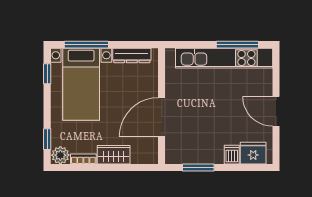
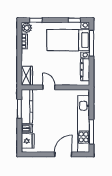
door: (276, 111) -> (63, 154), moved
door: (162, 117) -> (49, 87), width x0.53
kitchen counter: (194, 154) -> (27, 106), added
wardrobe: (114, 155) -> (27, 76), moved

